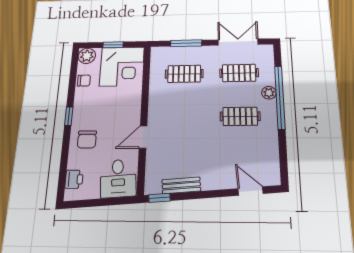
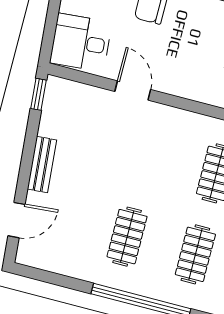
plant: (269, 93) -> (152, 288), removed
bench: (181, 185) -> (42, 164), moved

